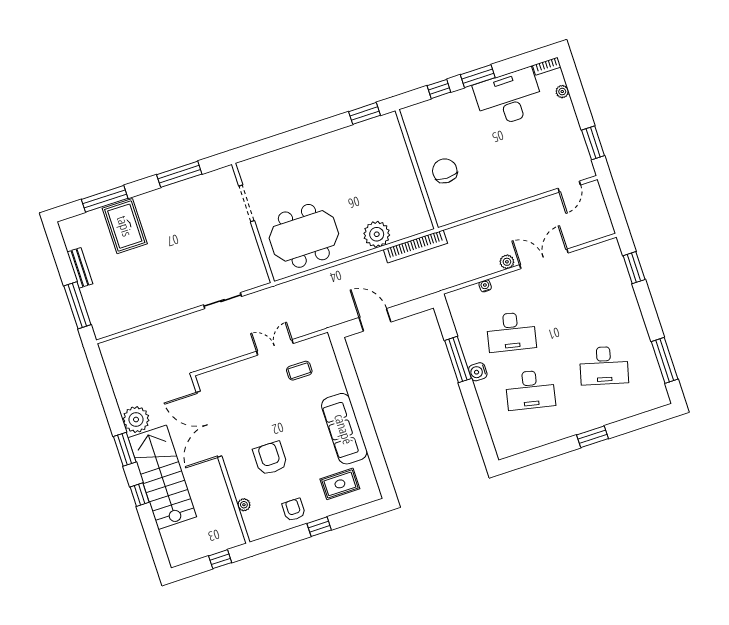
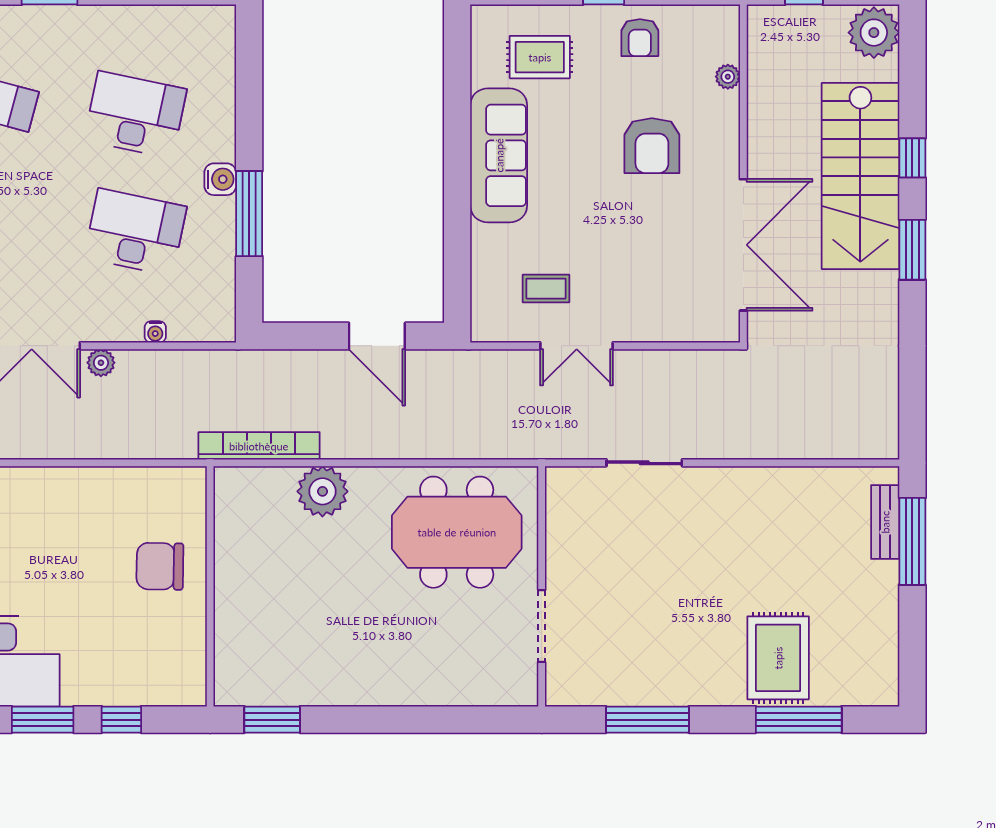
chair: (445, 171) -> (160, 566), turned 91
bench: (80, 268) -> (885, 522), moved
plant: (136, 420) -> (874, 33), moved

